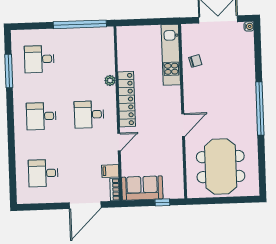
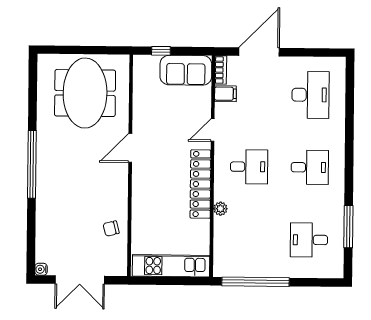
kitchen unit: (171, 55) -> (171, 266), moved, turned -90
desk: (39, 59) -> (309, 240), turned 180
desk: (43, 173) -> (311, 95), width x1.37

